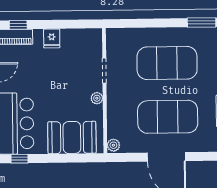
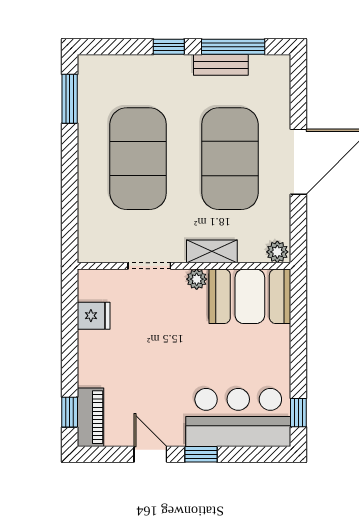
fridge: (52, 38) -> (94, 316), moved
shelving: (113, 107) -> (212, 251), added
booth: (72, 137) -> (250, 296), moved, turned 90

